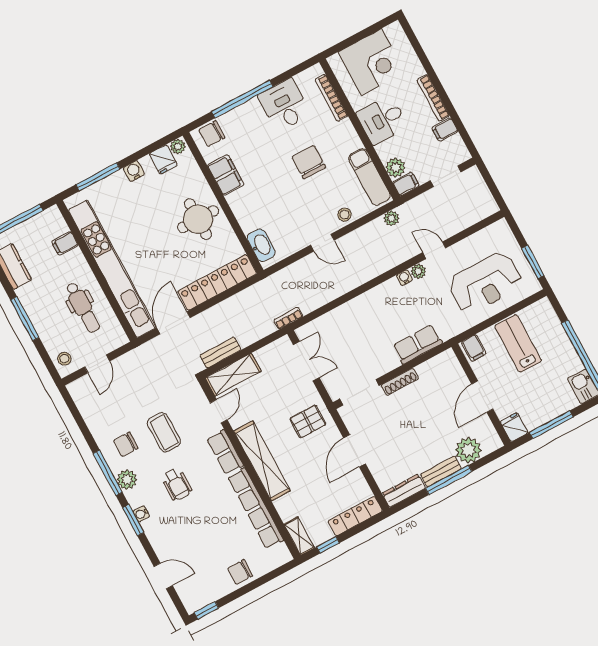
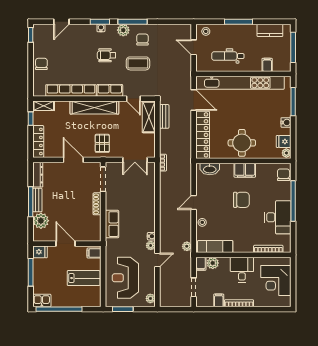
desk: (284, 105) -> (278, 217), width x1.37
chair: (309, 162) -> (241, 200), moved
filing cabinet: (226, 175) -> (245, 170), moved
plant: (495, 230) -> (150, 298), added

